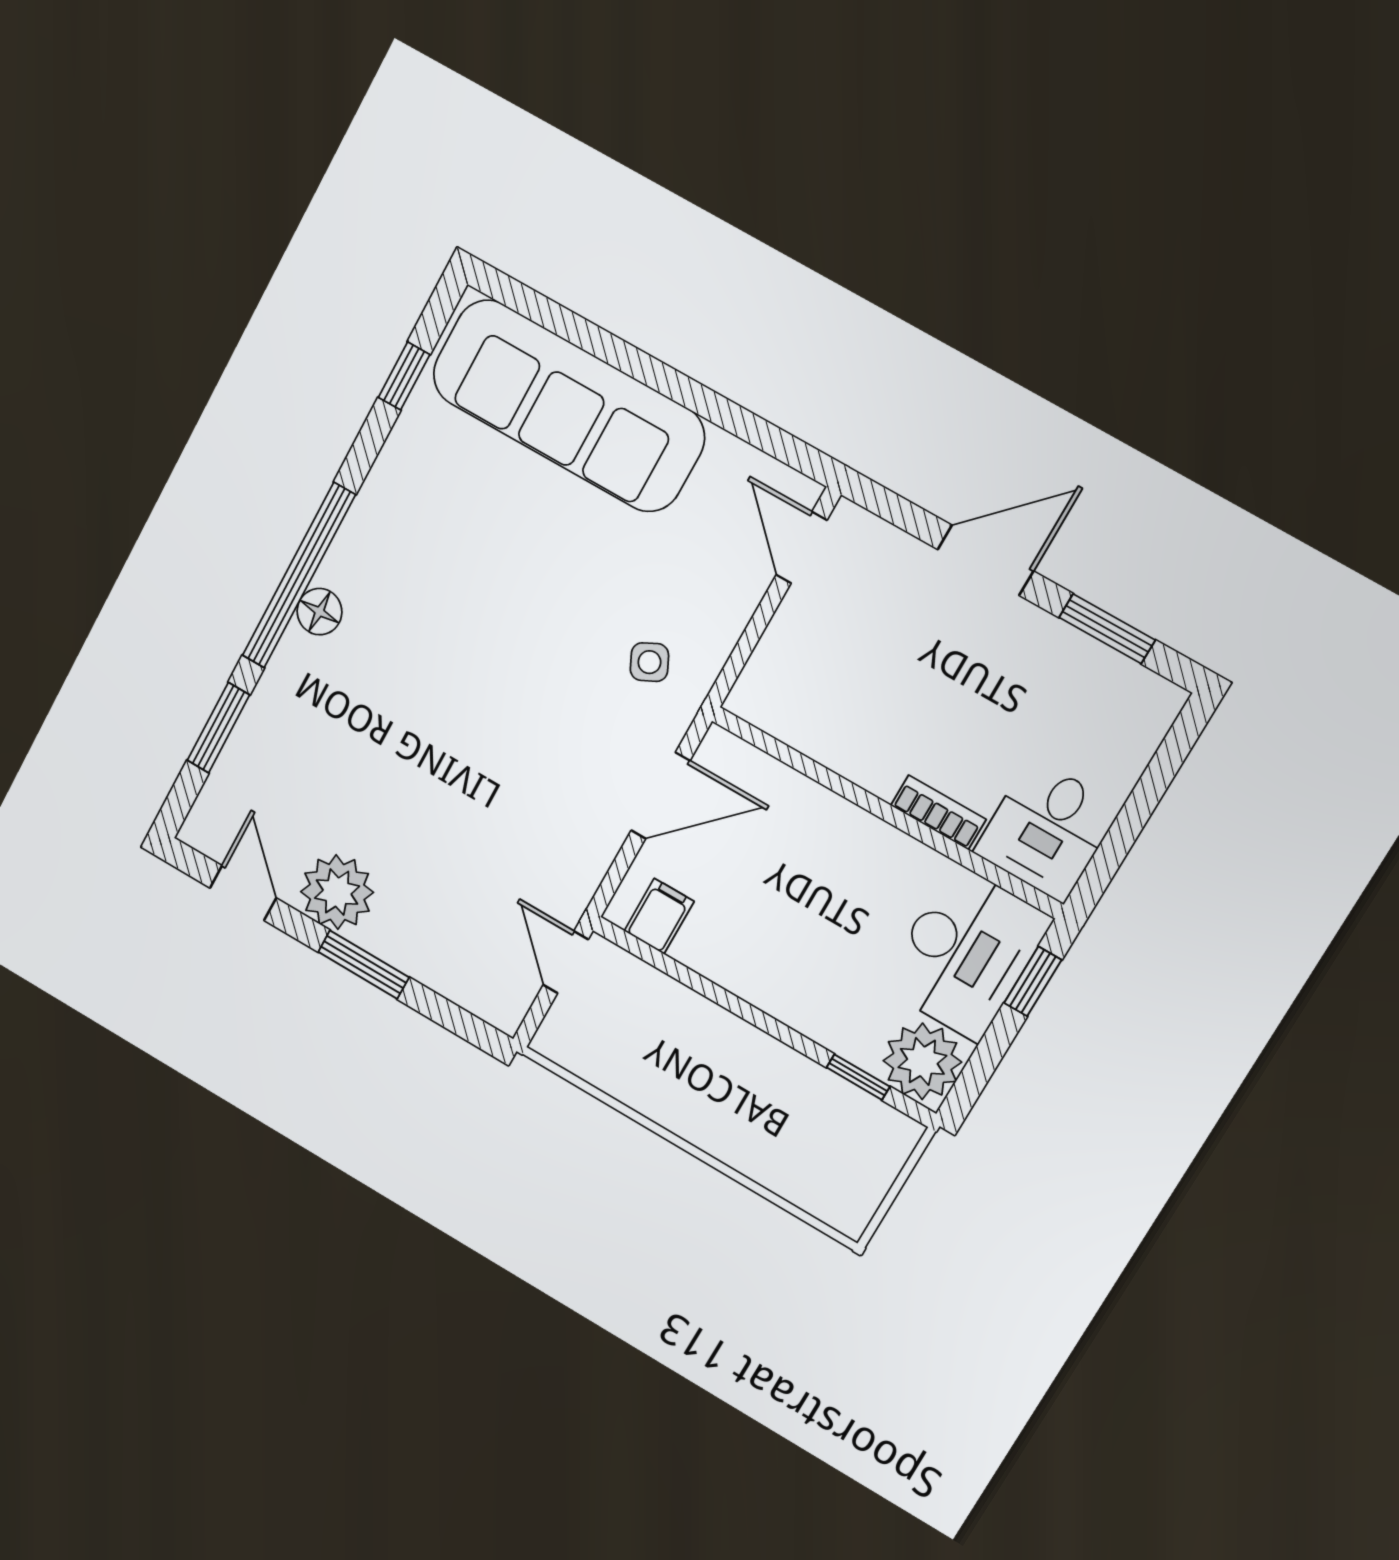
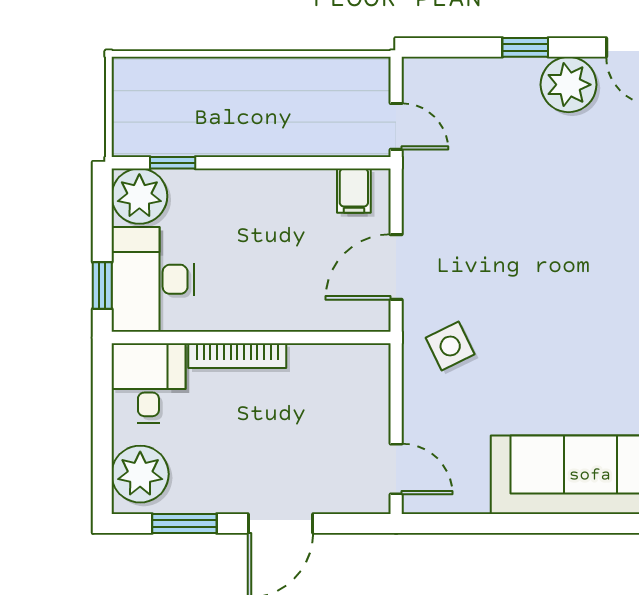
side table: (649, 662) -> (450, 346), width x1.37, depth x1.37
plant: (1126, 723) -> (140, 474), added
bookcase: (938, 812) -> (237, 356), width x1.56
window: (364, 965) -> (525, 47), width x0.67

